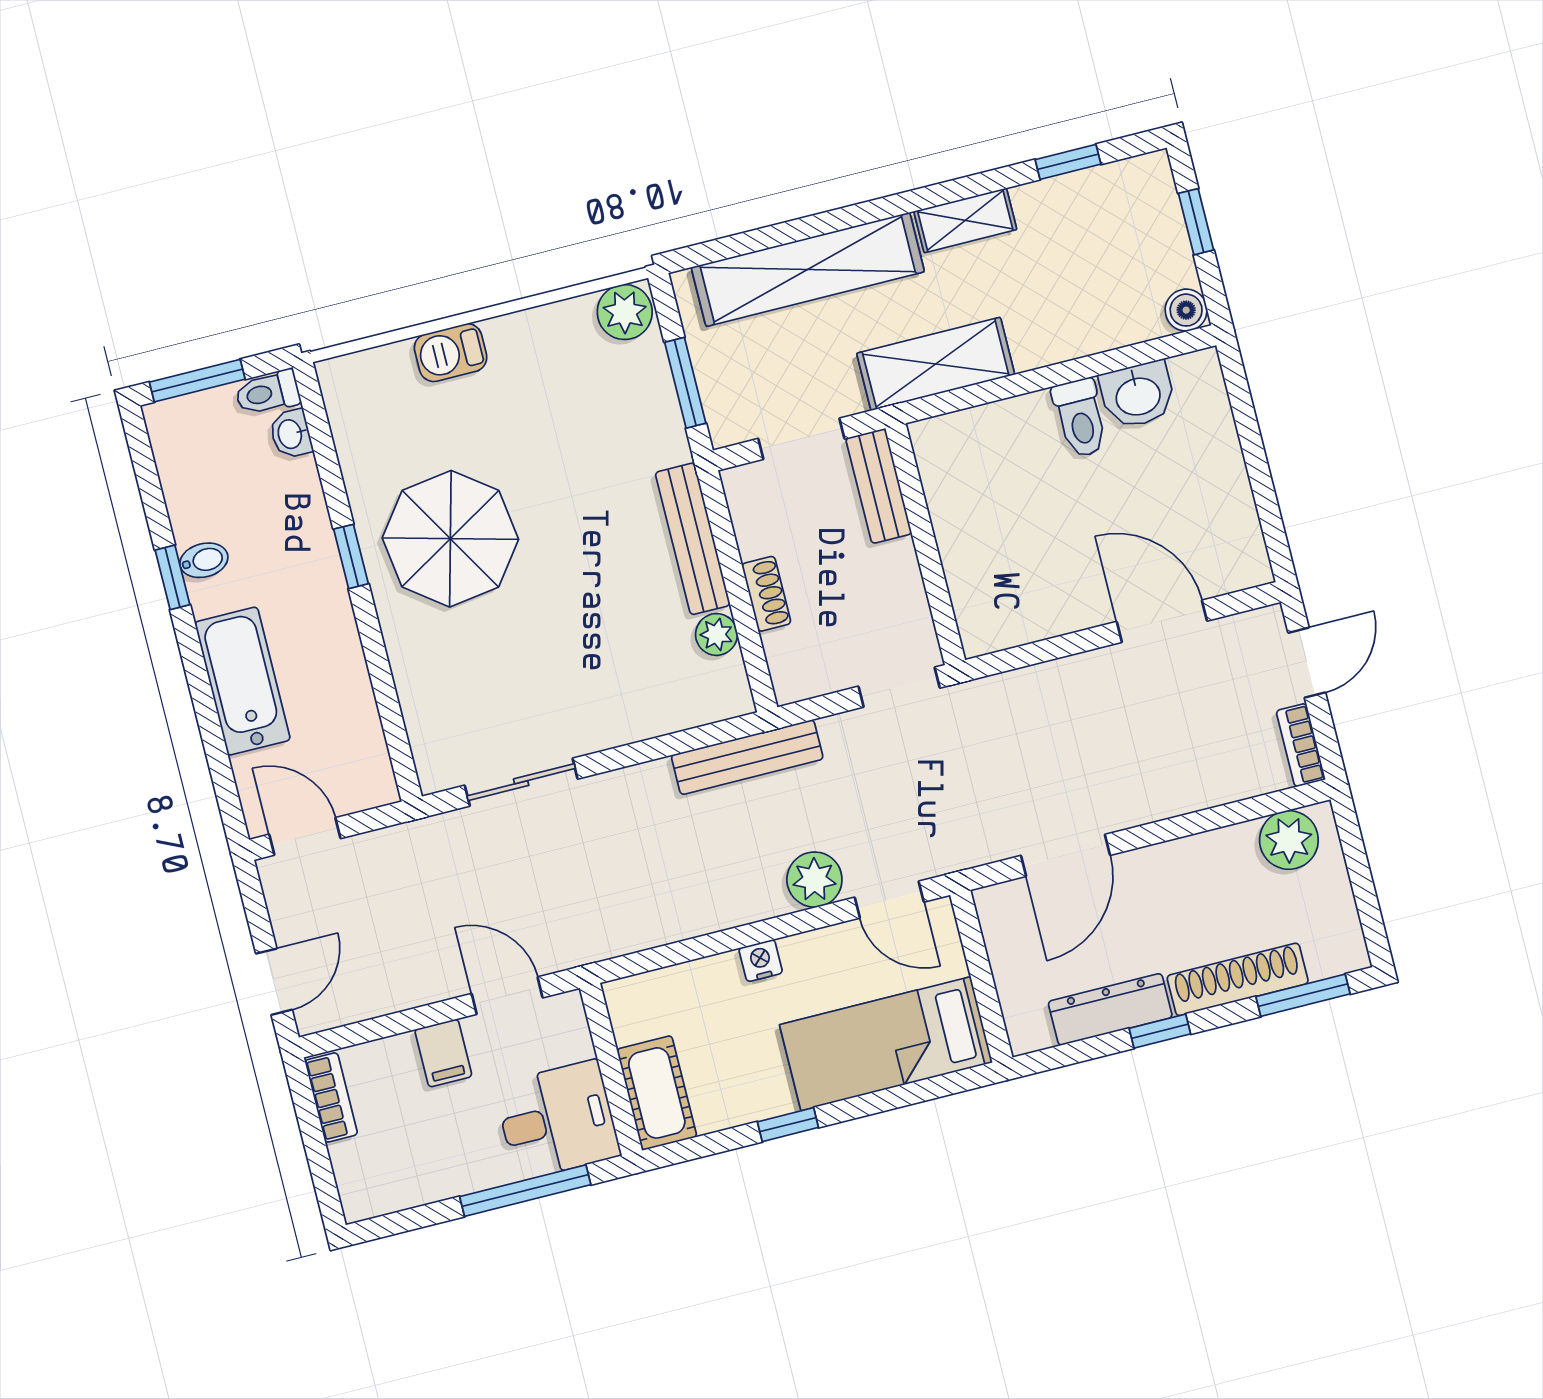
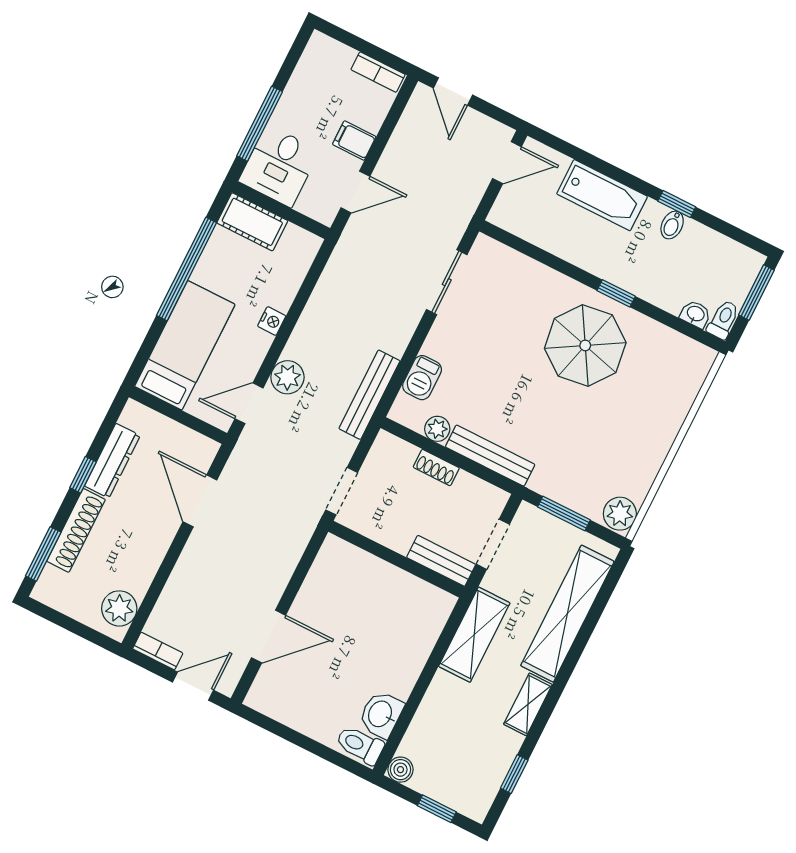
barbecue: (451, 353) -> (422, 378), moved, turned 180
toilet: (1080, 418) -> (360, 745), moved
door: (1307, 663) -> (193, 686), swing flipped
window: (788, 1125) -> (186, 269), width x3.17

